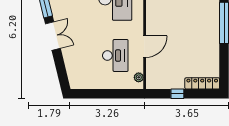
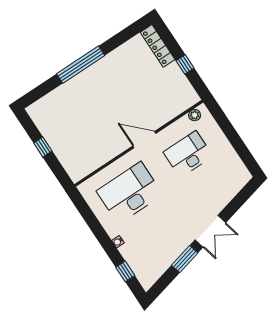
double door: (53, 36) -> (210, 231), swing flipped
door: (145, 47) -> (144, 140), moved

